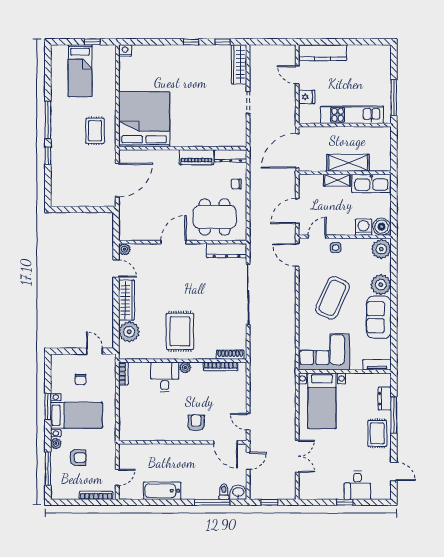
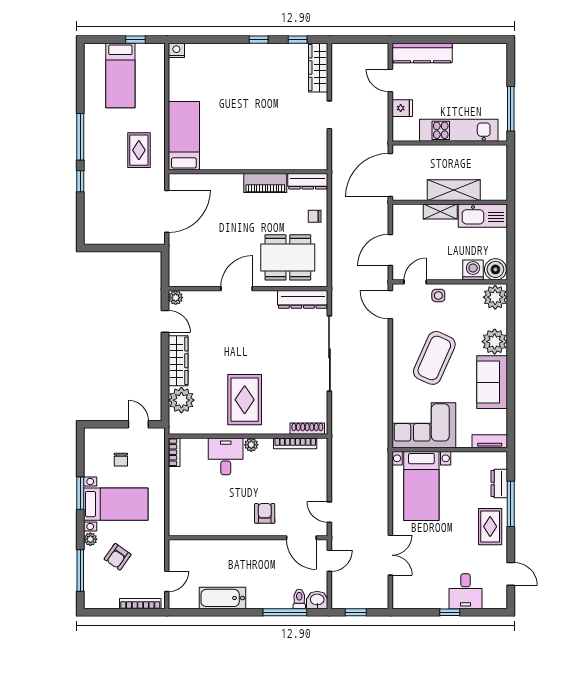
bed: (144, 119) -> (184, 136), width x0.49
armchair: (78, 458) -> (118, 557), turned 125

